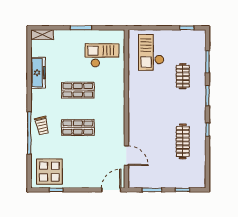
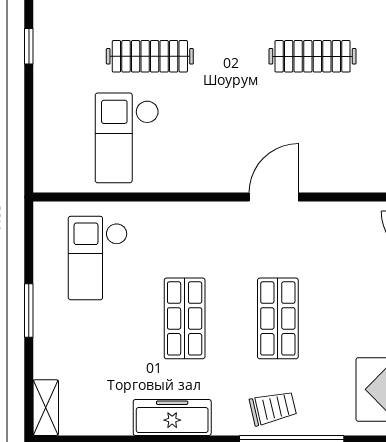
checkout: (151, 52) -> (127, 138), moved, turned 90
freezer: (38, 73) -> (172, 417), moved
clothes rail: (183, 76) -> (150, 56), width x1.36
door: (126, 156) -> (274, 197), moved

